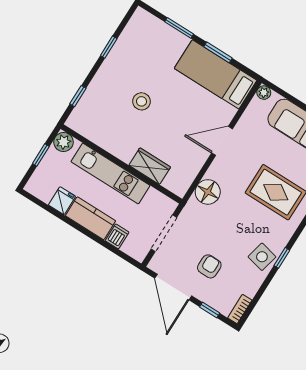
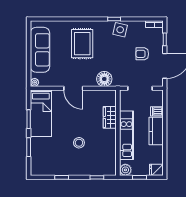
fridge: (62, 201) -> (156, 170), moved

